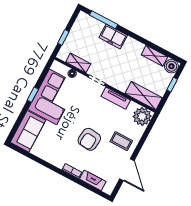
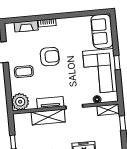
shelving: (78, 63) -> (108, 110), moved
shelving: (144, 96) -> (48, 117), moved
armchair: (89, 139) -> (50, 57), turned 84

